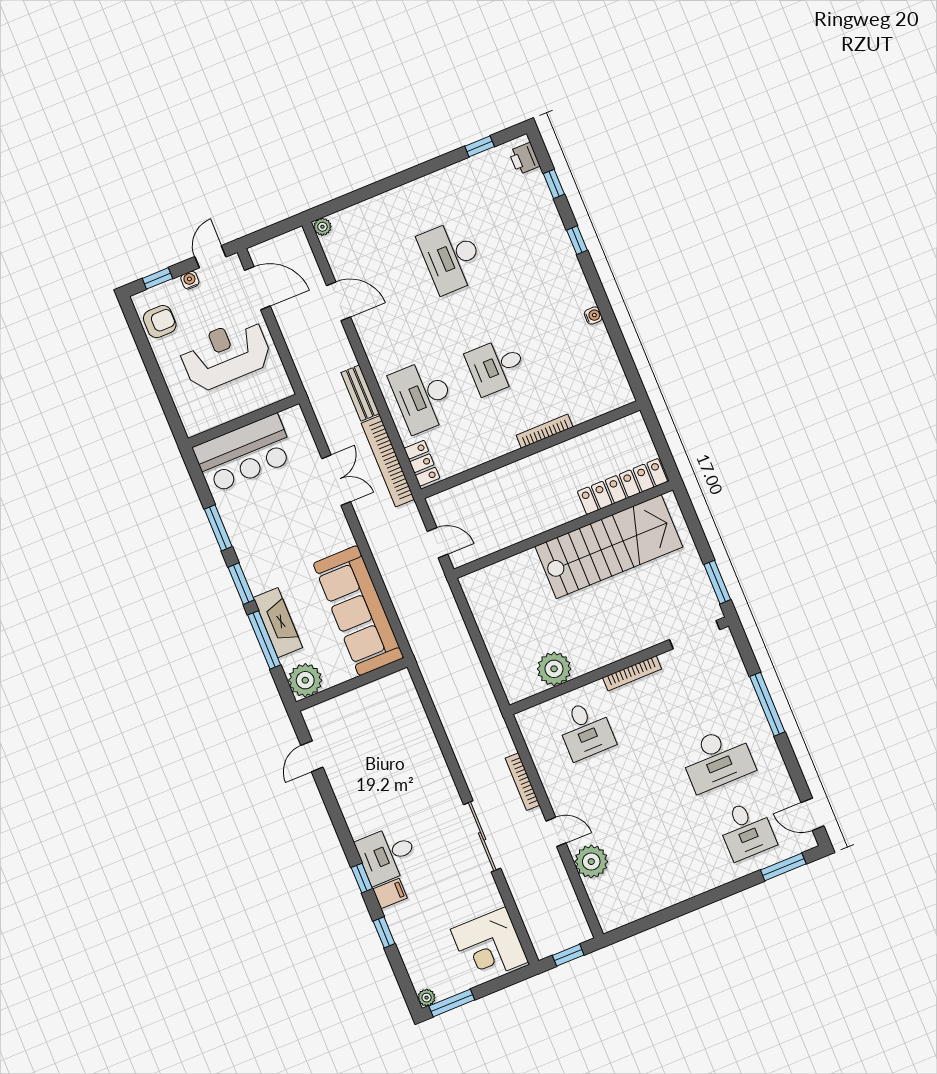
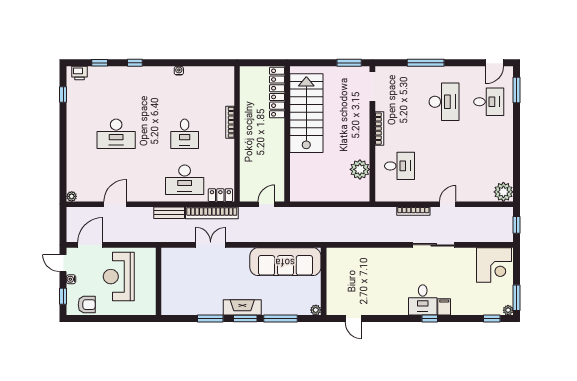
armchair: (160, 322) -> (87, 305), turned 90
bar counter: (244, 454) -> (176, 288), removed
fireplace: (278, 623) -> (242, 307), moved
plant: (305, 680) -> (316, 310), width x0.53, depth x0.53
plant: (591, 862) -> (503, 192), moved
window: (384, 932) -> (492, 319), moved

